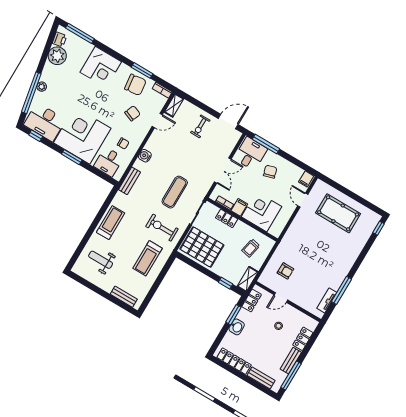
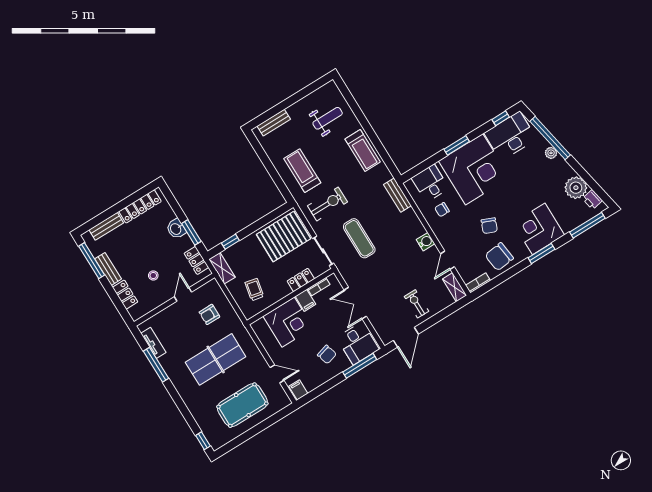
window: (142, 70) -> (541, 254), moved
chair: (133, 113) -> (489, 226), moved
water cooler: (145, 156) -> (426, 242), moved
table tennis table: (315, 250) -> (216, 359), added

